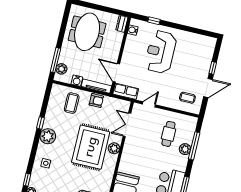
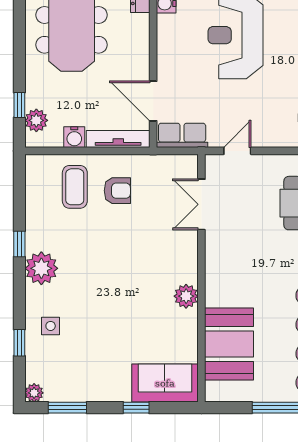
window: (55, 60) -> (19, 105), width x0.46
armchair: (96, 101) -> (117, 191), moved
rug: (91, 147) -> (137, 270), removed
plant: (114, 148) -> (186, 296), moved
window: (27, 180) -> (19, 343), moved

